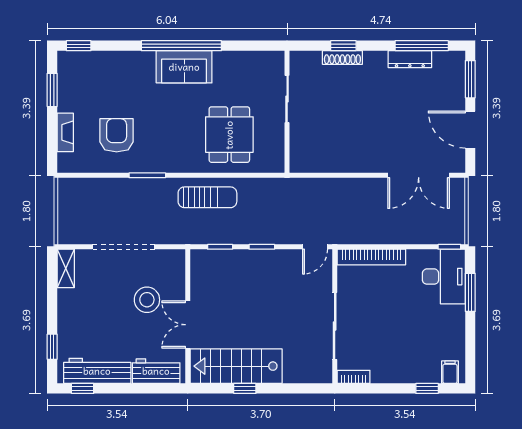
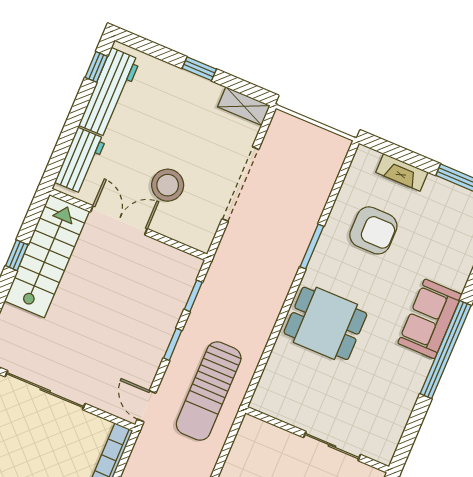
sofa: (184, 67) -> (430, 319), moved
dining table: (229, 135) -> (325, 323), moved
sun lounger: (207, 197) -> (209, 391), moved, width x1.36, depth x1.34
window: (52, 347) -> (199, 69), moved

